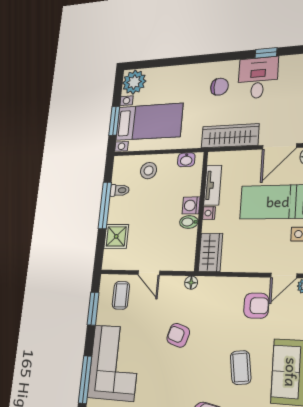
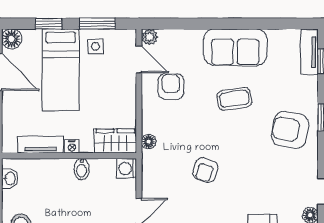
washing machine: (191, 205) -> (127, 169), moved, turned 90
floor lamp: (191, 283) -> (149, 142), moved

